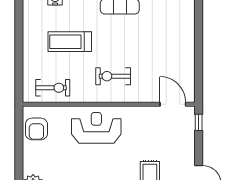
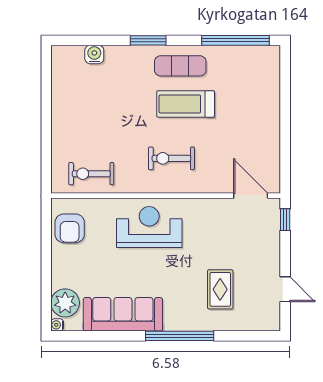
treadmill: (70, 42) -> (186, 104), moved
exercise bike: (53, 88) -> (91, 174), turned 180

